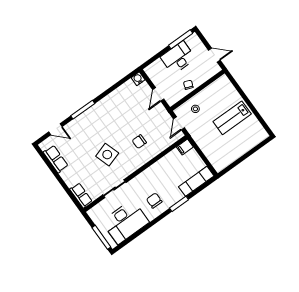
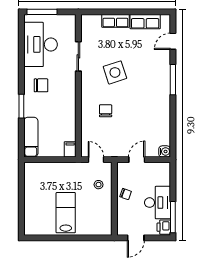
printer: (192, 41) -> (164, 227), added
door: (158, 94) -> (137, 160), hinge flipped
row of seats: (81, 195) -> (115, 21), moved

